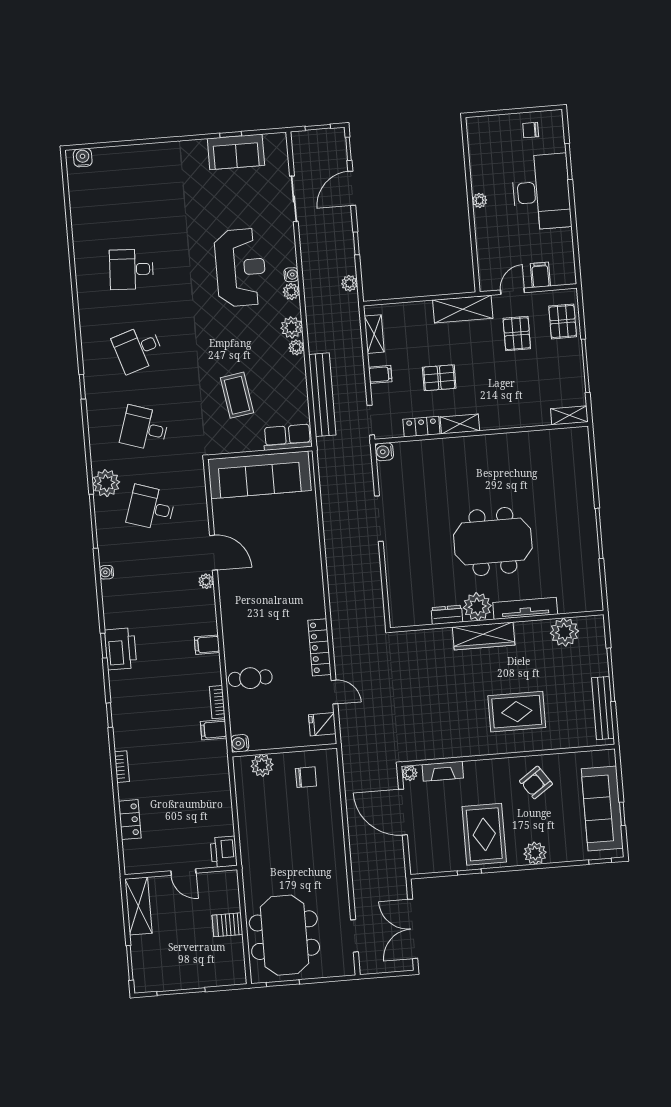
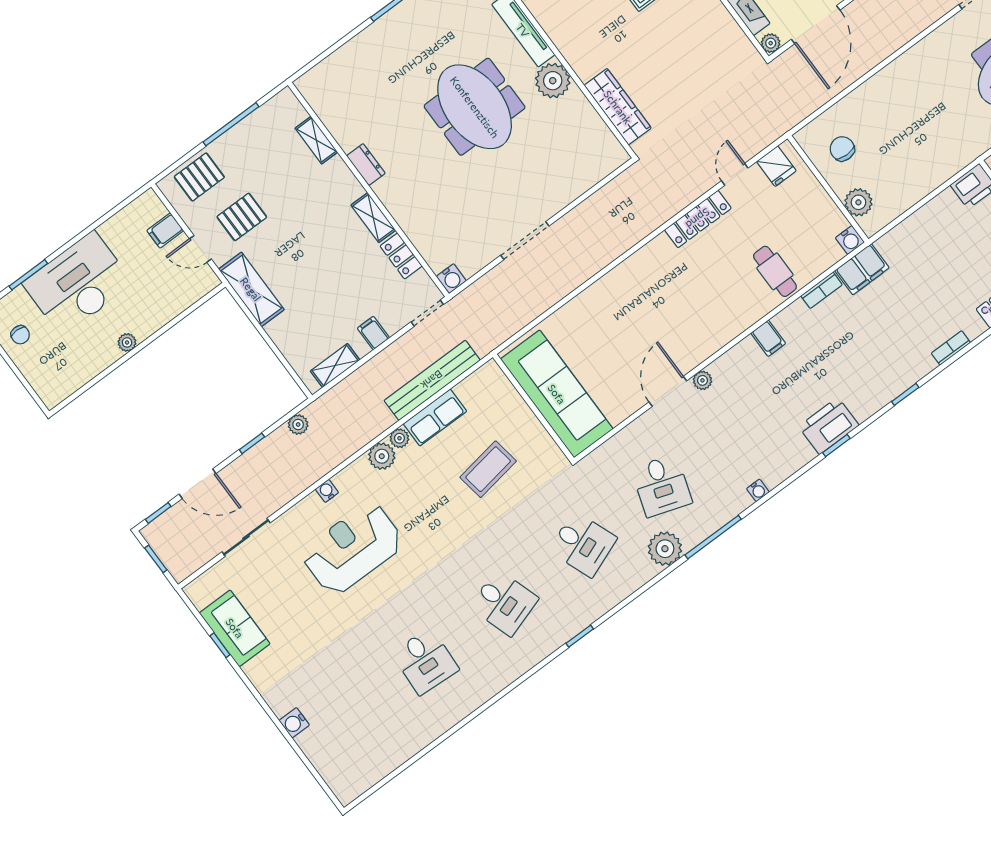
water cooler: (83, 158) -> (294, 723), moved
plant: (291, 292) -> (345, 480), removed
pallet: (439, 378) -> (338, 269), removed
shelving: (569, 415) -> (316, 140), moved
desk: (145, 428) -> (583, 544), turned -39
row of seats: (288, 437) -> (435, 417), moved, turned -90
dresser: (447, 615) -> (366, 165), moved, turned 180
wardrobe: (484, 636) -> (618, 107), moved
filing cabinet: (214, 730) -> (862, 269), width x2.00

